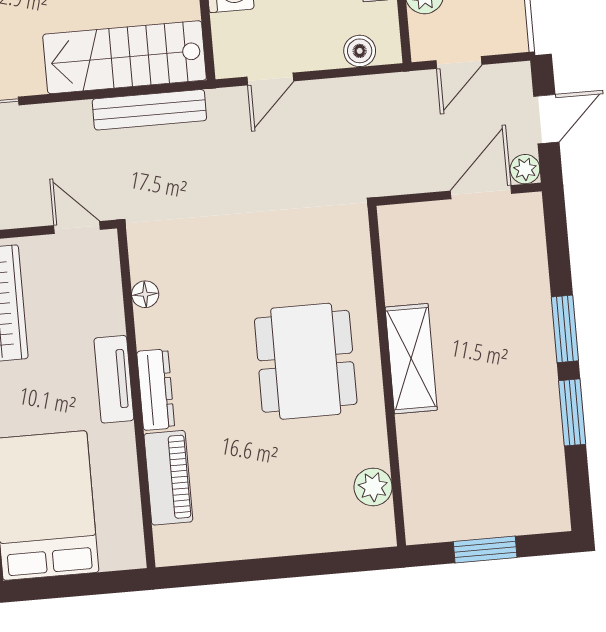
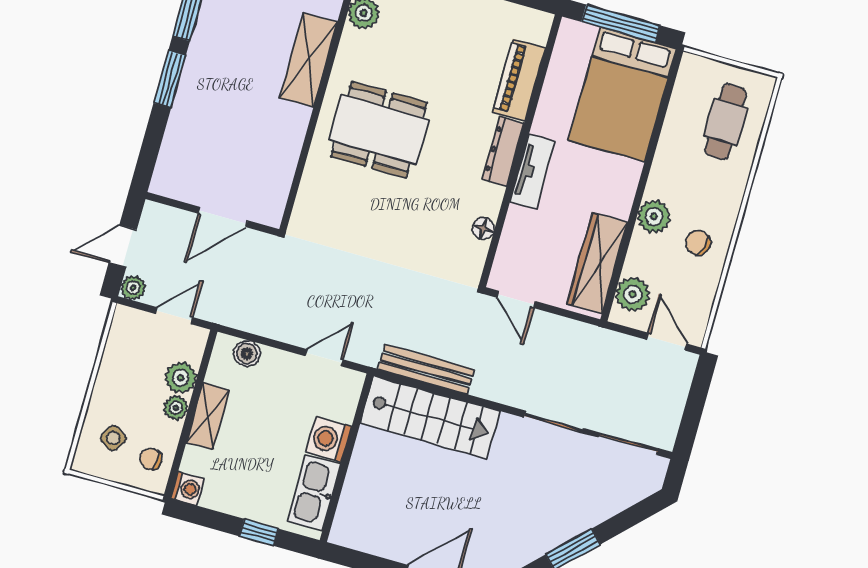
plant: (525, 169) -> (133, 288), moved
door: (481, 192) -> (223, 217), moved
shelving: (411, 359) -> (308, 60), moved
dining table: (306, 361) -> (379, 130), turned 90
window: (77, 585) -> (621, 24), added

